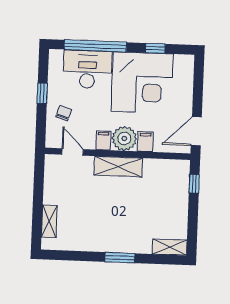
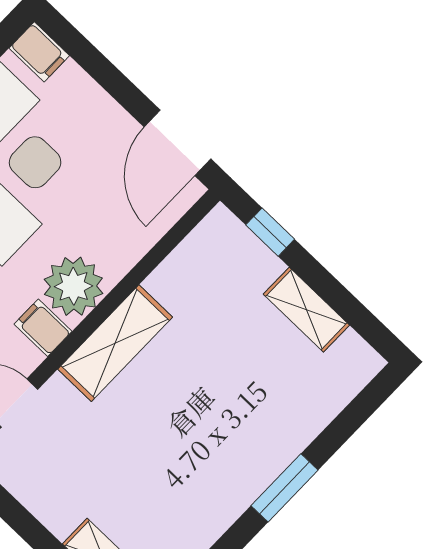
filing cabinet: (145, 142) -> (39, 52), moved, turned 180
shelving: (170, 247) -> (306, 310), moved, turned 90

